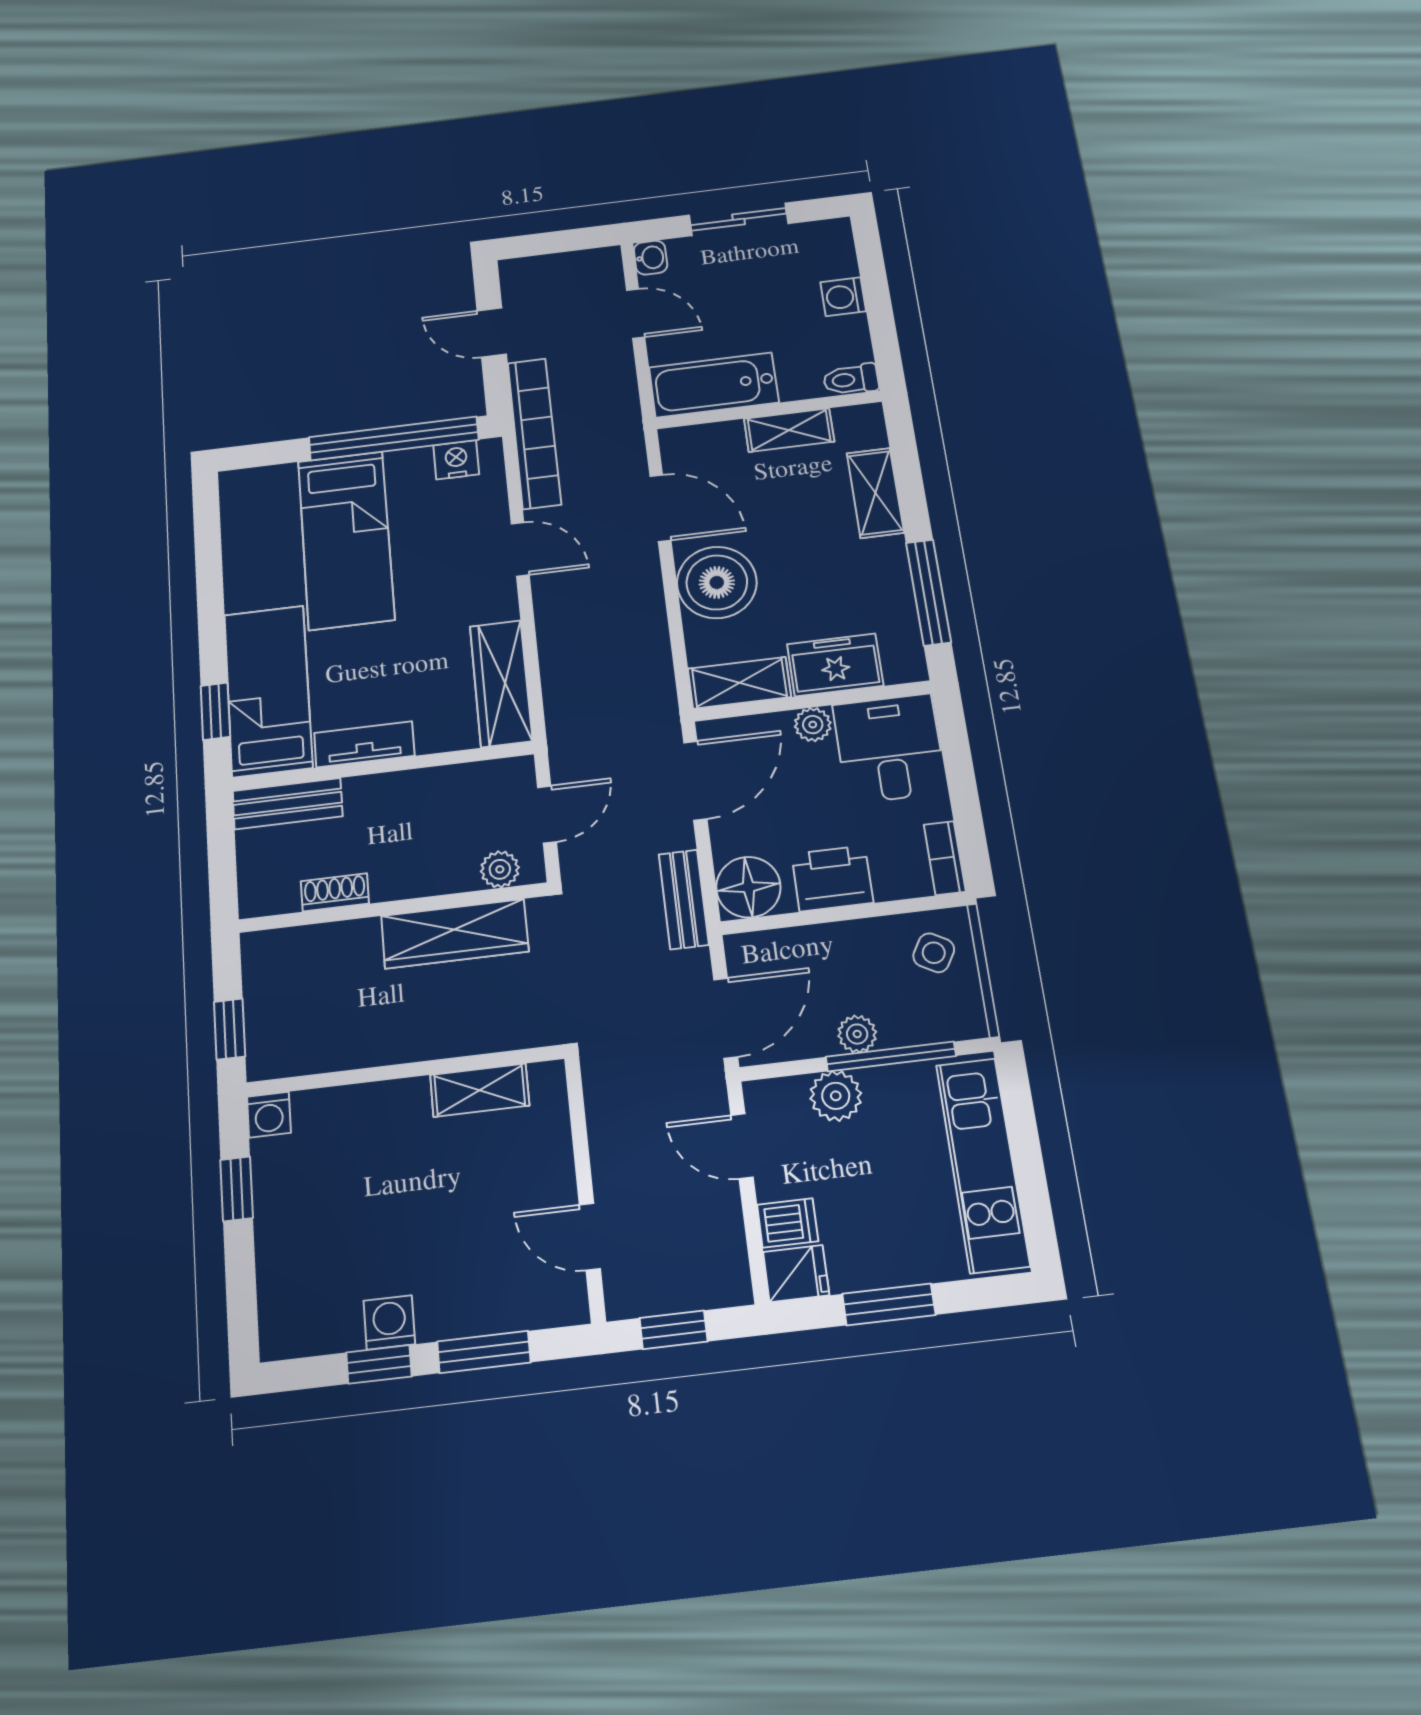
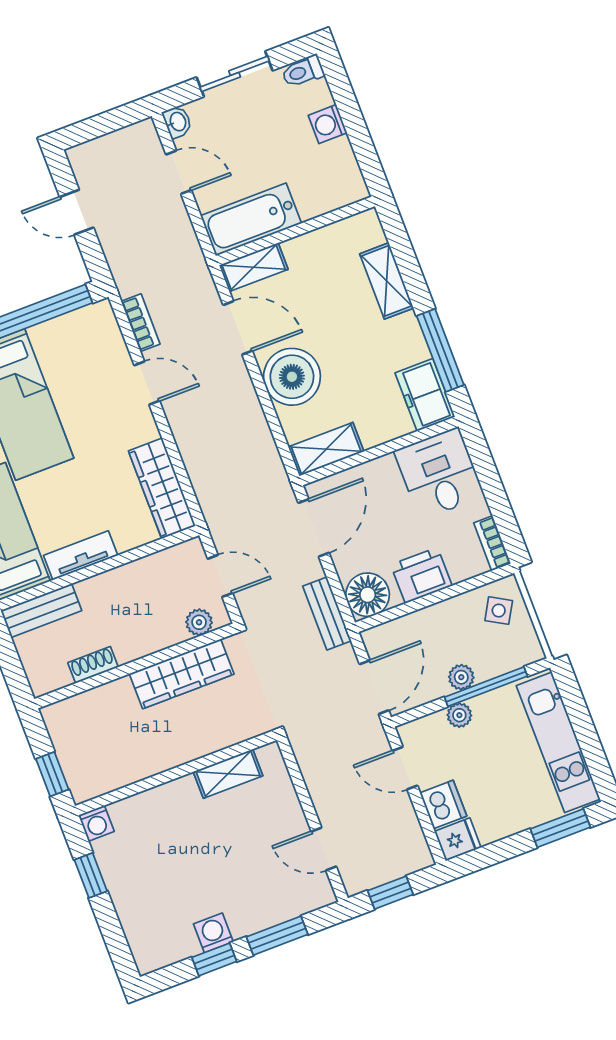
toilet: (851, 379) -> (303, 71), moved
shelving: (789, 430) -> (254, 267), moved
bookcase: (534, 433) -> (141, 323), width x0.43, depth x0.76
nightstand: (456, 460) -> (81, 323), removed
freezer: (835, 665) -> (425, 395), moved, turned -90
plant: (813, 725) -> (383, 468), removed
door: (547, 814) -> (220, 576), hinge flipped
plant: (836, 1096) -> (459, 715), width x0.73, depth x0.73
dishwasher: (788, 1223) -> (443, 804), width x1.38
window: (889, 1304) -> (560, 828), moved

